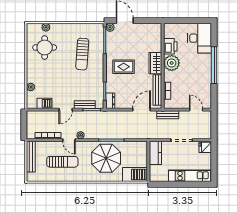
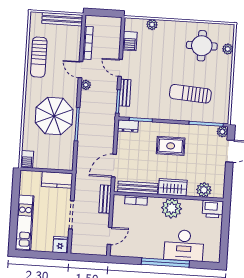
desk: (200, 38) -> (184, 245), moved
plant: (156, 39) -> (204, 190), added
printer: (170, 46) -> (213, 209), moved
rug: (124, 67) -> (171, 146), turned 90
door: (142, 110) -> (114, 166), swing flipped
door: (69, 140) -> (81, 70), hinge flipped
sun lounger: (62, 162) -> (39, 57), moved
barbecue: (135, 175) -> (27, 159), width x0.53, depth x0.65

